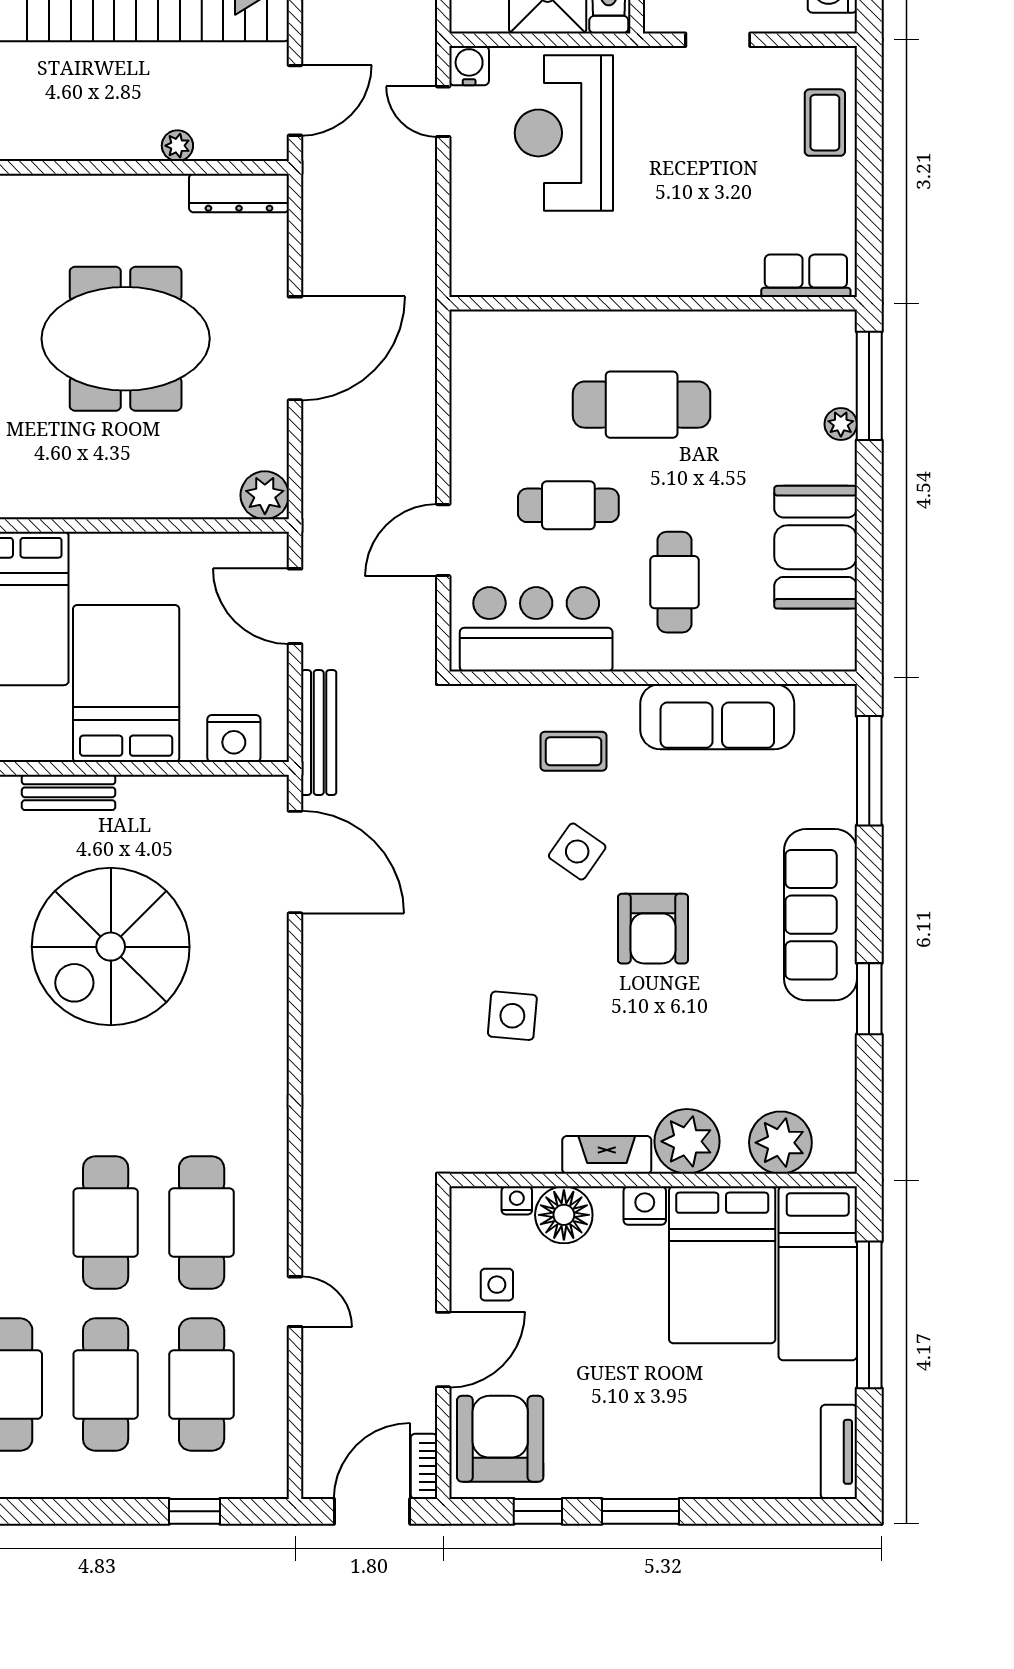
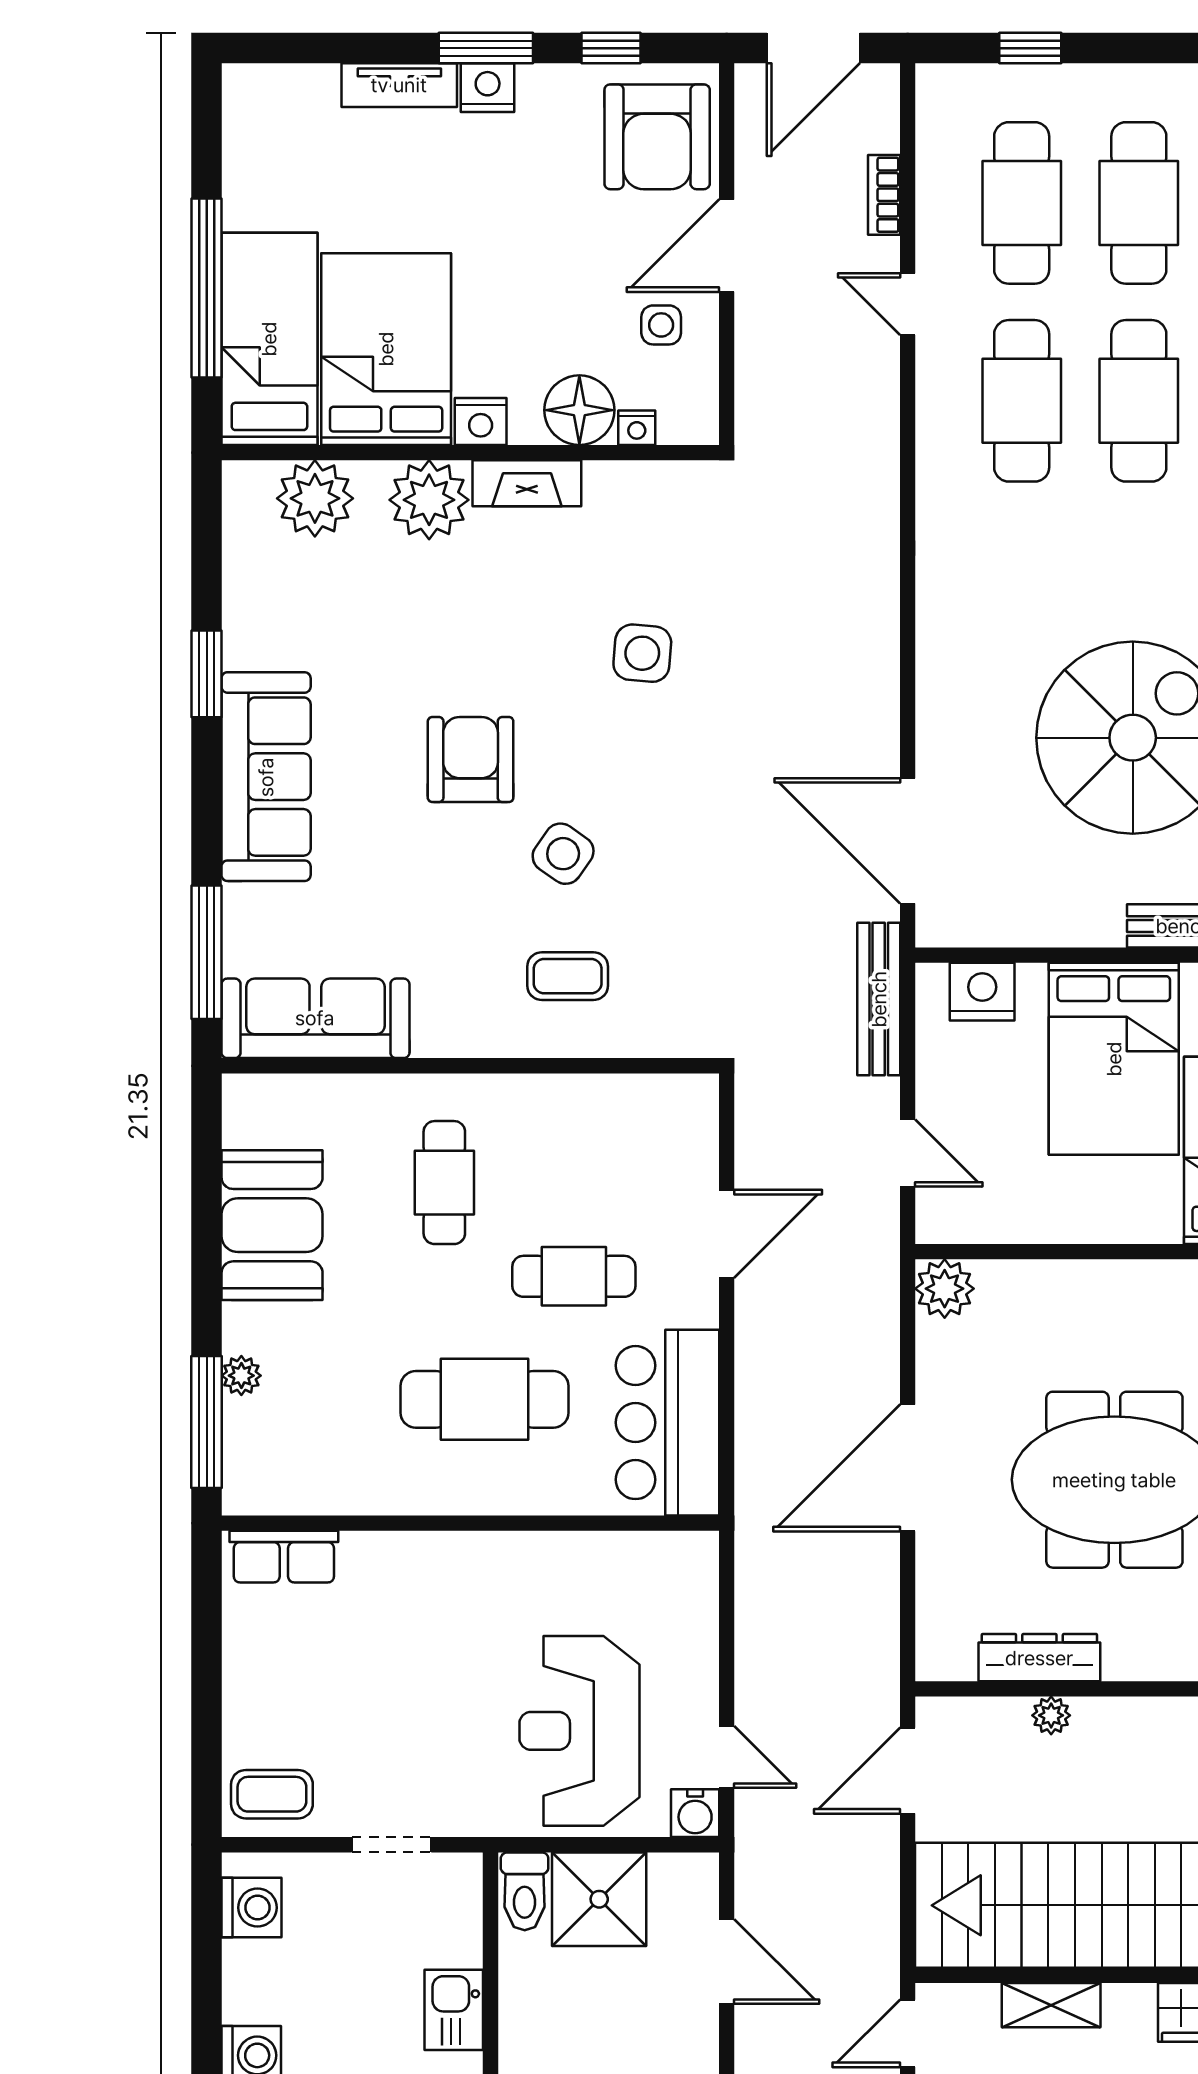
coffee table: (825, 123) -> (272, 1794), moved, turned 90
reception desk: (564, 133) -> (579, 1731), turned 180
dresser: (239, 193) -> (1039, 1658), moved
door: (295, 606) -> (908, 1153), width x0.73
bar counter: (536, 629) -> (667, 1423), moved, turned 90
sofa: (717, 717) -> (315, 1018), moved
tv unit: (839, 1452) -> (399, 85), moved, turned 90
bookcase: (424, 1466) -> (884, 195), moved, turned 180
nightstand: (639, 1479) -> (488, 88), added

